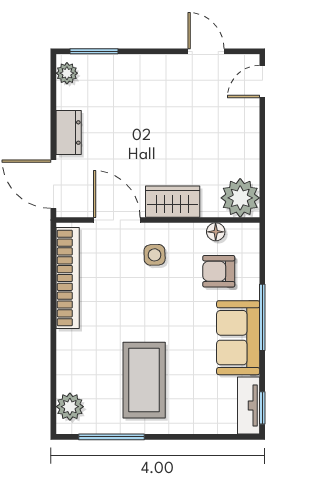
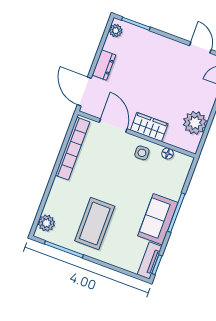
plant: (240, 198) -> (195, 123), moved
side table: (155, 255) -> (142, 153), moved
armchair: (219, 271) -> (161, 177), removed

